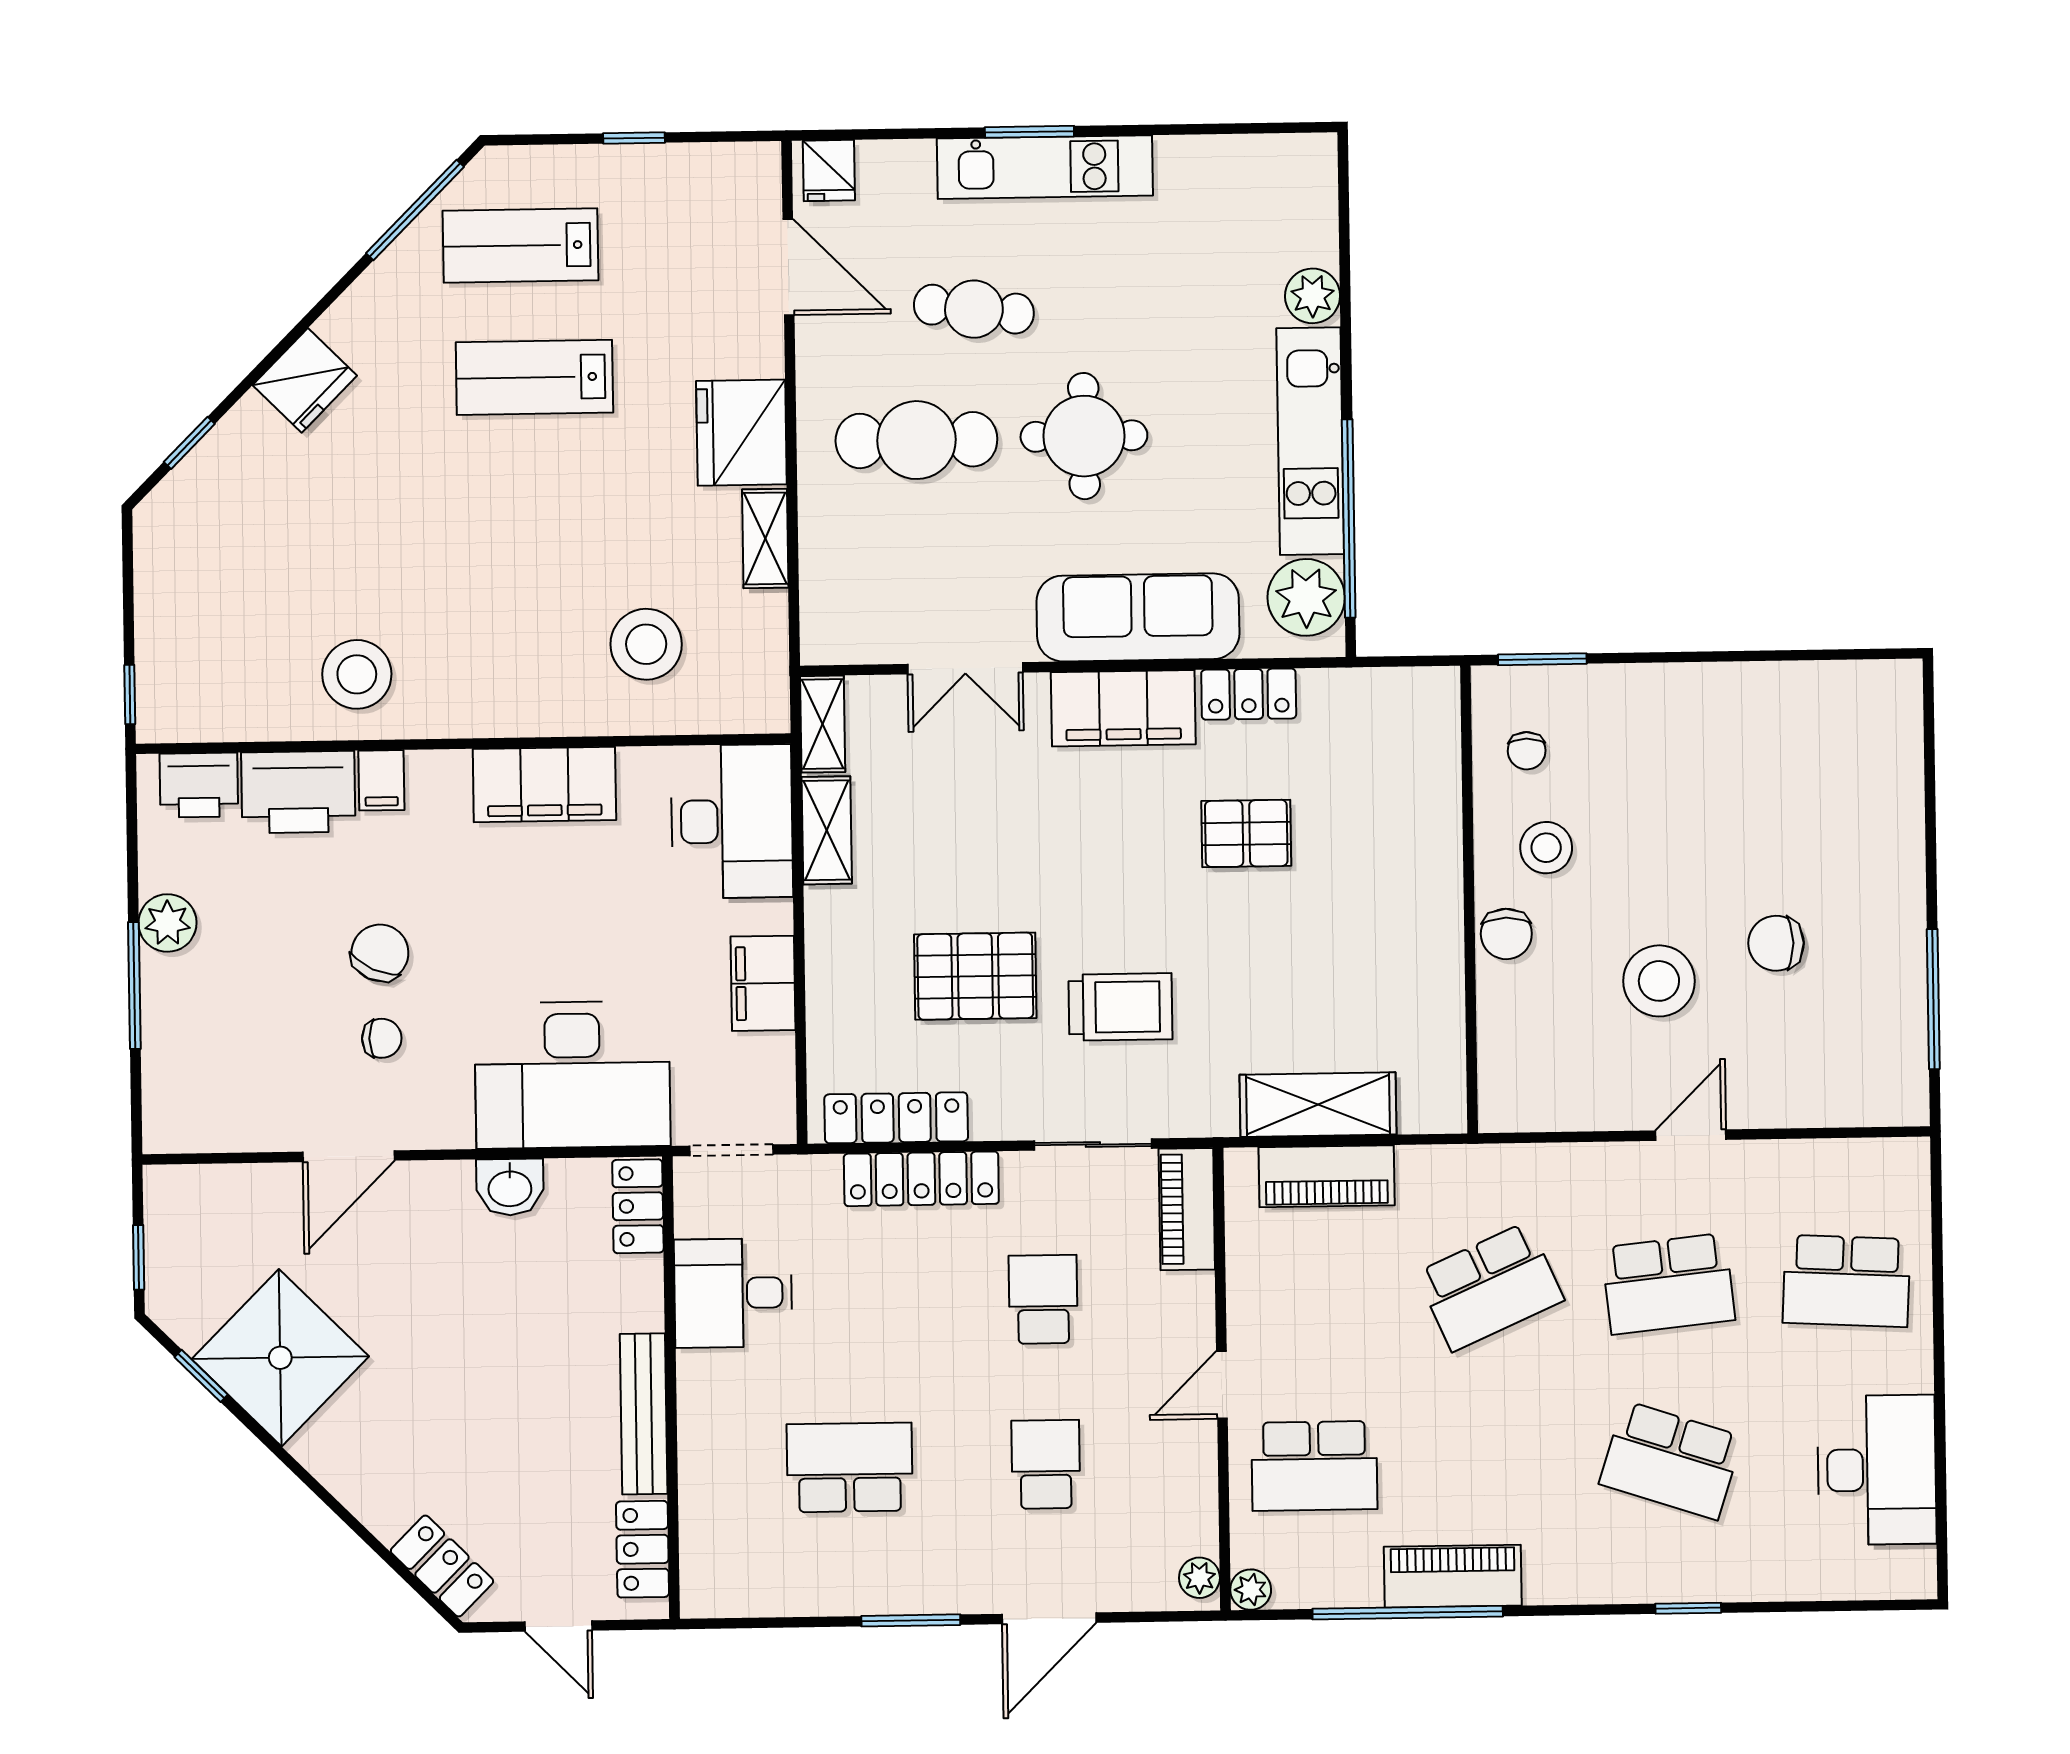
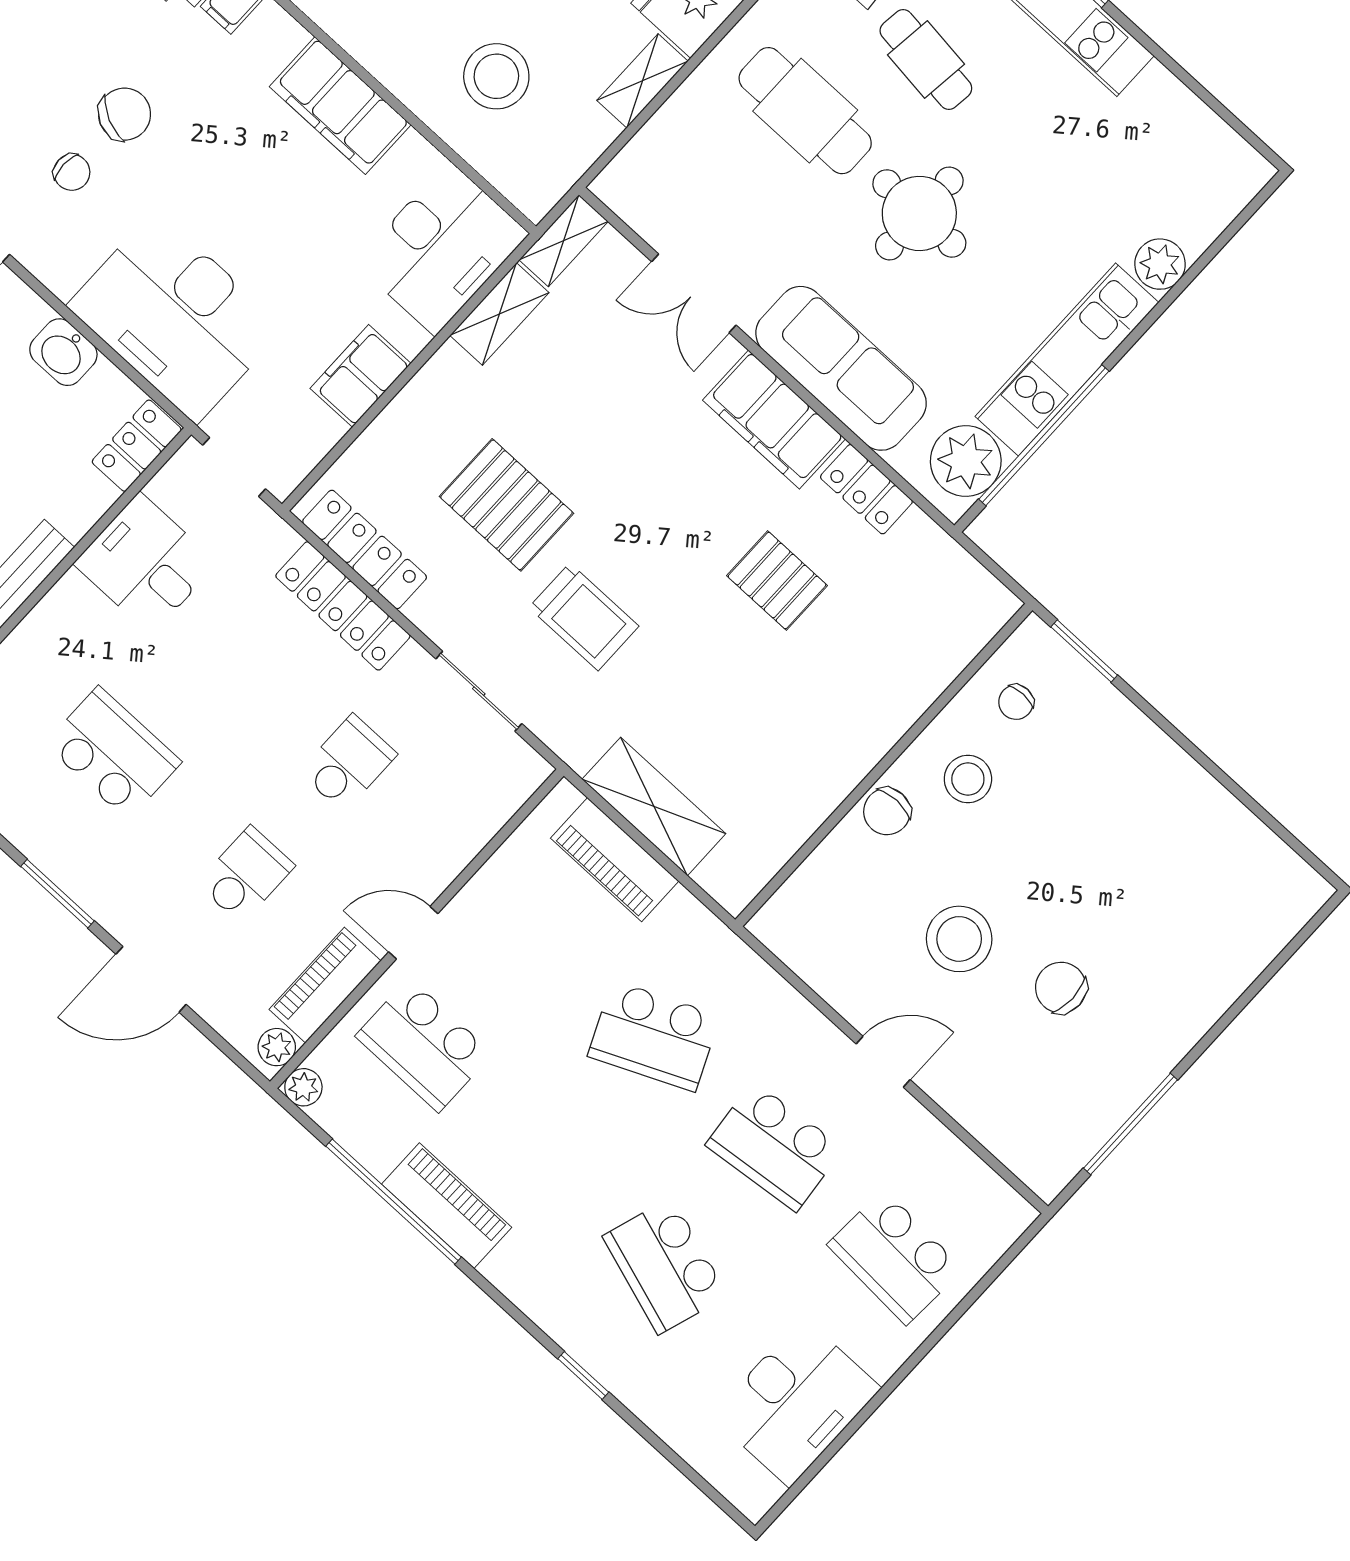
piano: (1187, 1209) -> (325, 985), moved

